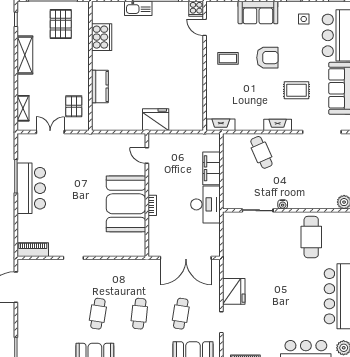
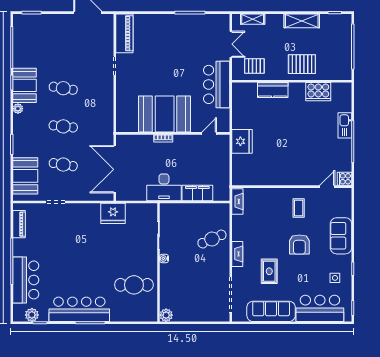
pallet: (61, 24) -> (302, 64), moved
bar counter: (31, 188) -> (217, 84), moved, turned 90
piano: (33, 250) -> (124, 33), width x1.37, depth x1.33
fridge: (234, 291) -> (113, 213), moved

